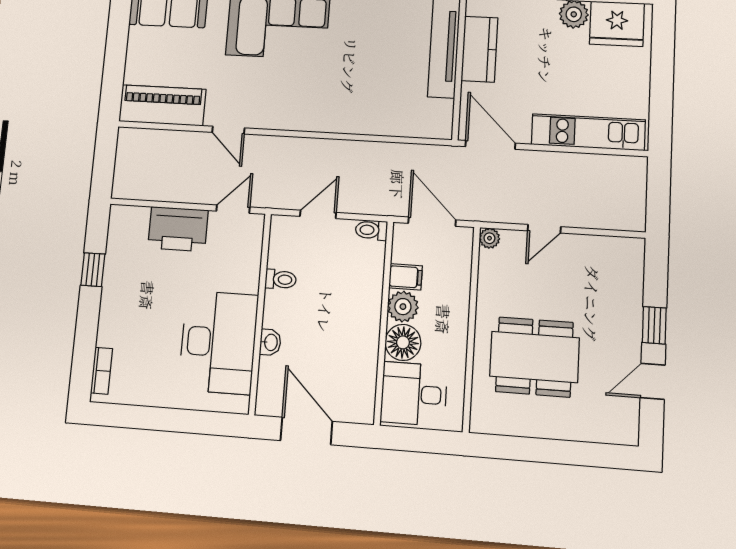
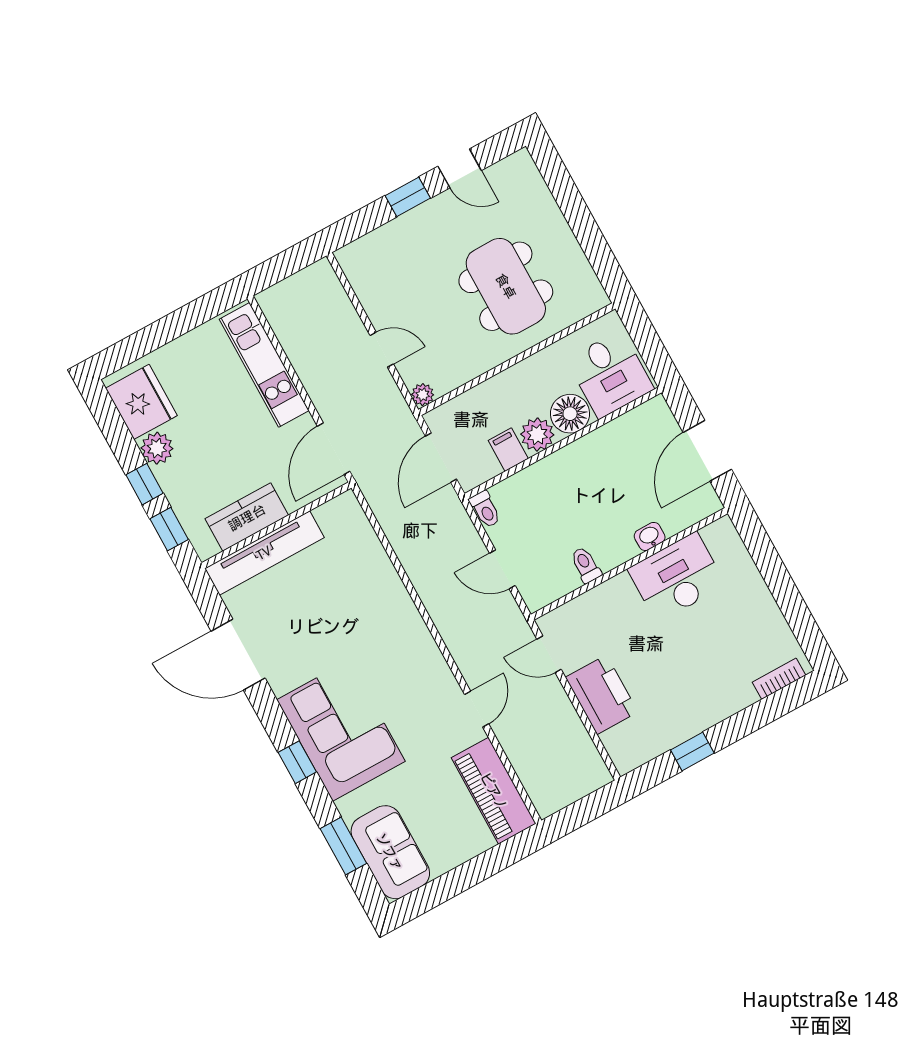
desk: (218, 342) -> (677, 577), width x0.73, depth x0.77

